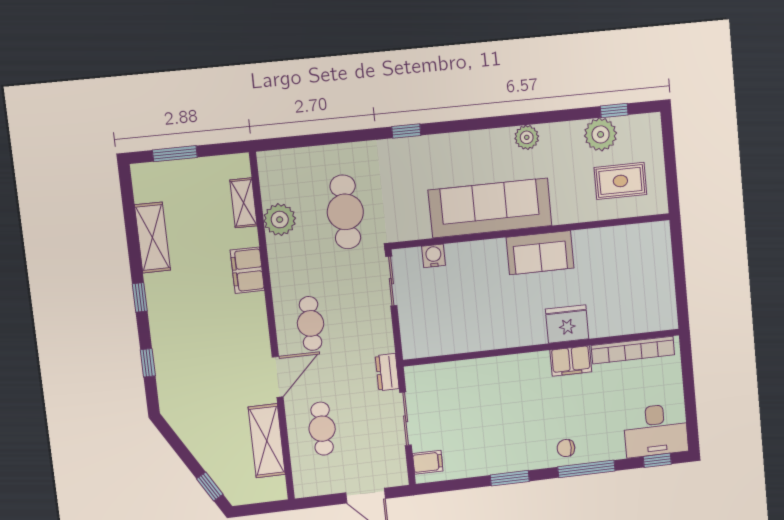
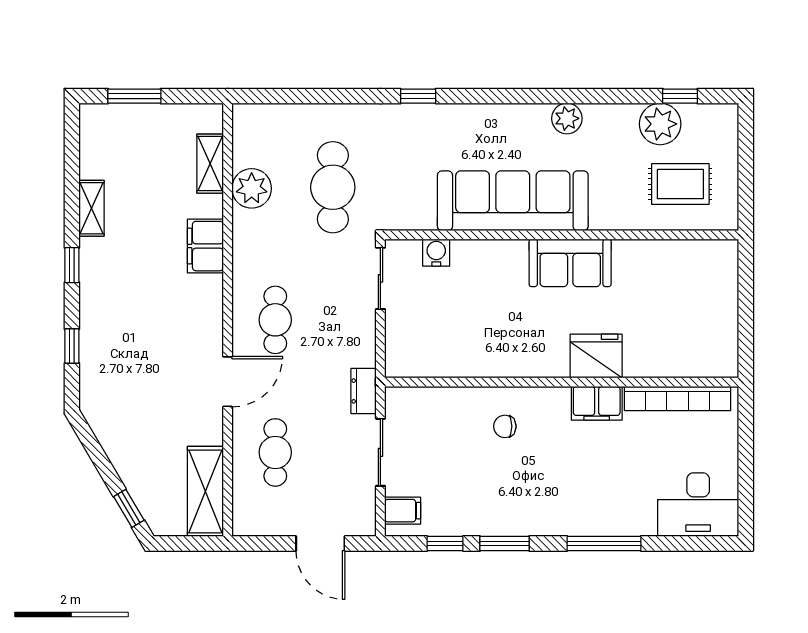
shelving: (152, 238) -> (91, 208), width x0.67, depth x0.75
shelving: (267, 441) -> (205, 491), moved
chair: (566, 448) -> (505, 426), moved
window: (657, 460) -> (445, 544), moved

